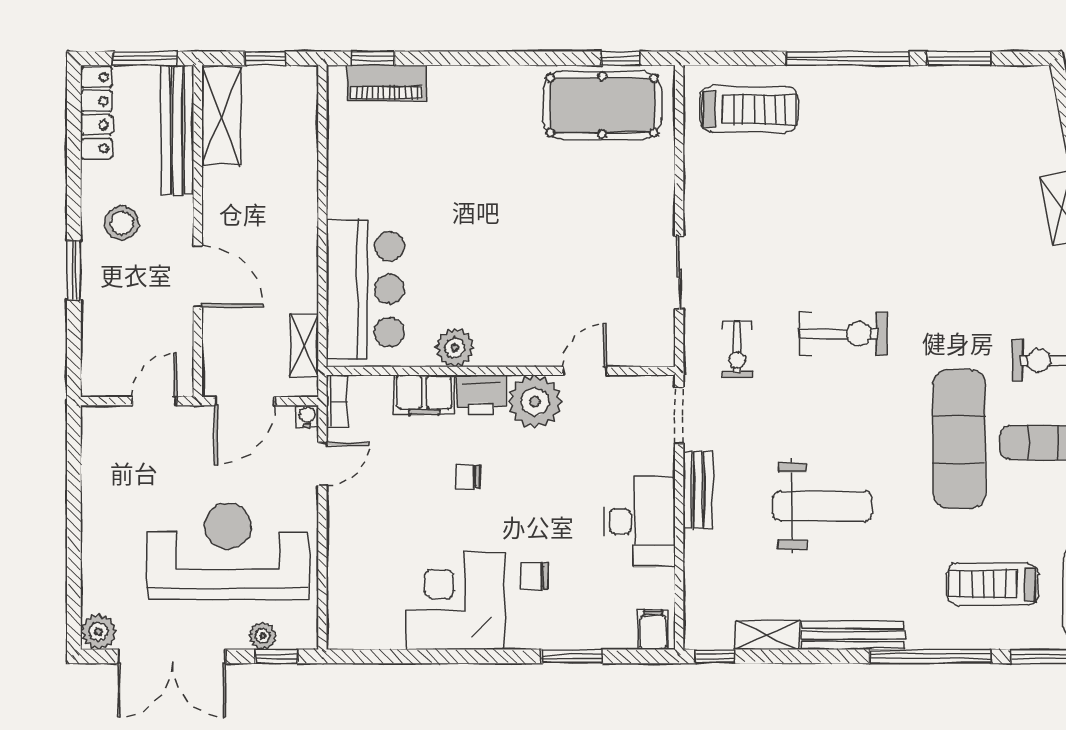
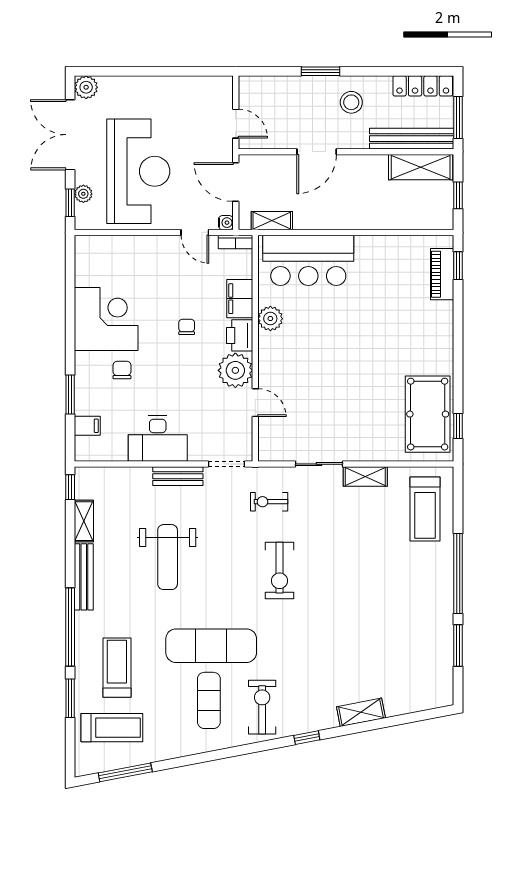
shelving: (698, 202) -> (365, 476), added
filing cabinet: (653, 630) -> (87, 426), moved

